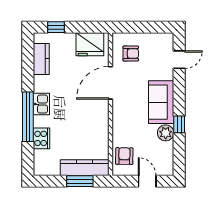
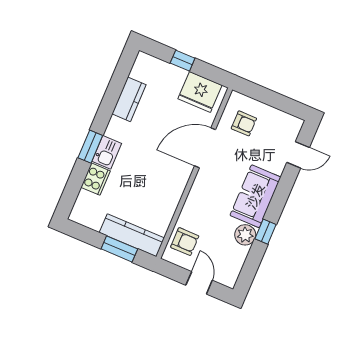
window: (56, 27) -> (183, 61), moved
kitchen counter: (41, 59) -> (129, 99), moved
kitchen sink: (41, 104) -> (107, 152), moved
window: (28, 117) -> (90, 147), width x0.47
armchair: (124, 156) -> (185, 242), turned 89

